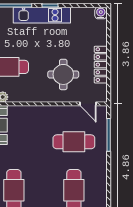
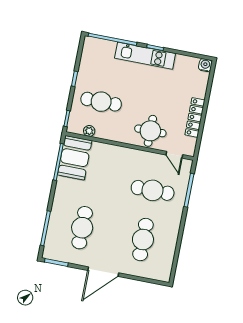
round table: (63, 74) -> (150, 131), moved

